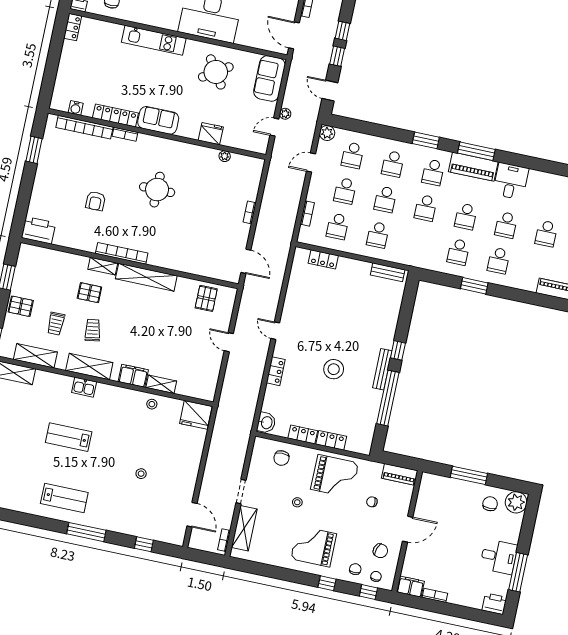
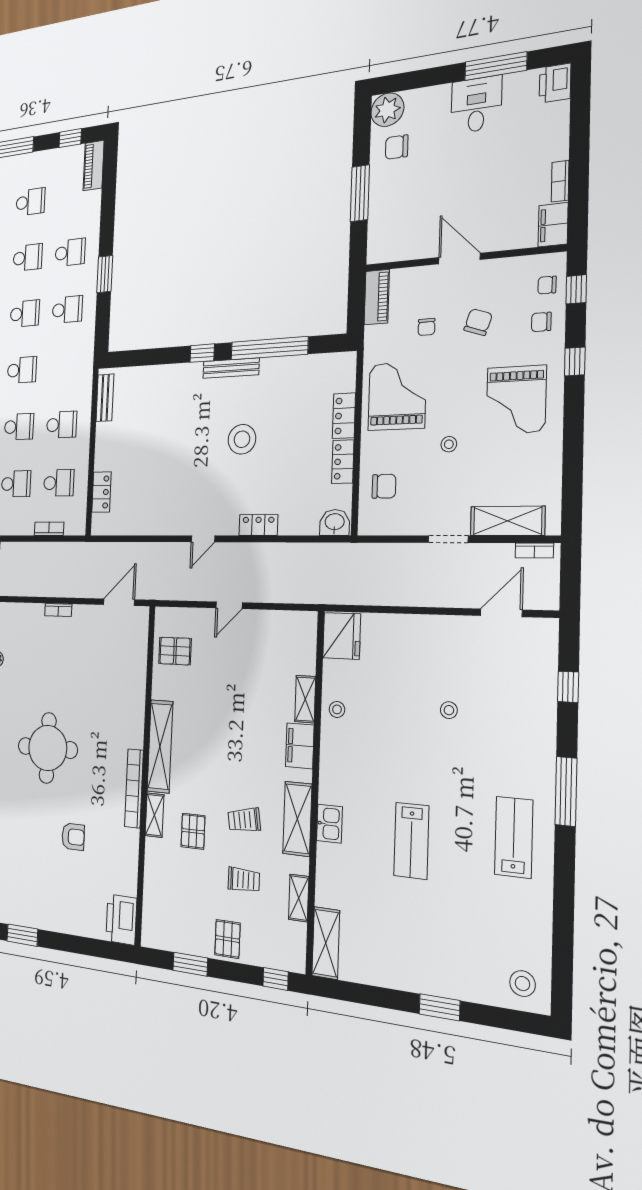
round table: (157, 190) -> (48, 748), width x1.36, depth x1.36
shelving: (35, 356) -> (299, 898), width x0.67, depth x0.75
chair: (380, 551) -> (478, 322), moved

